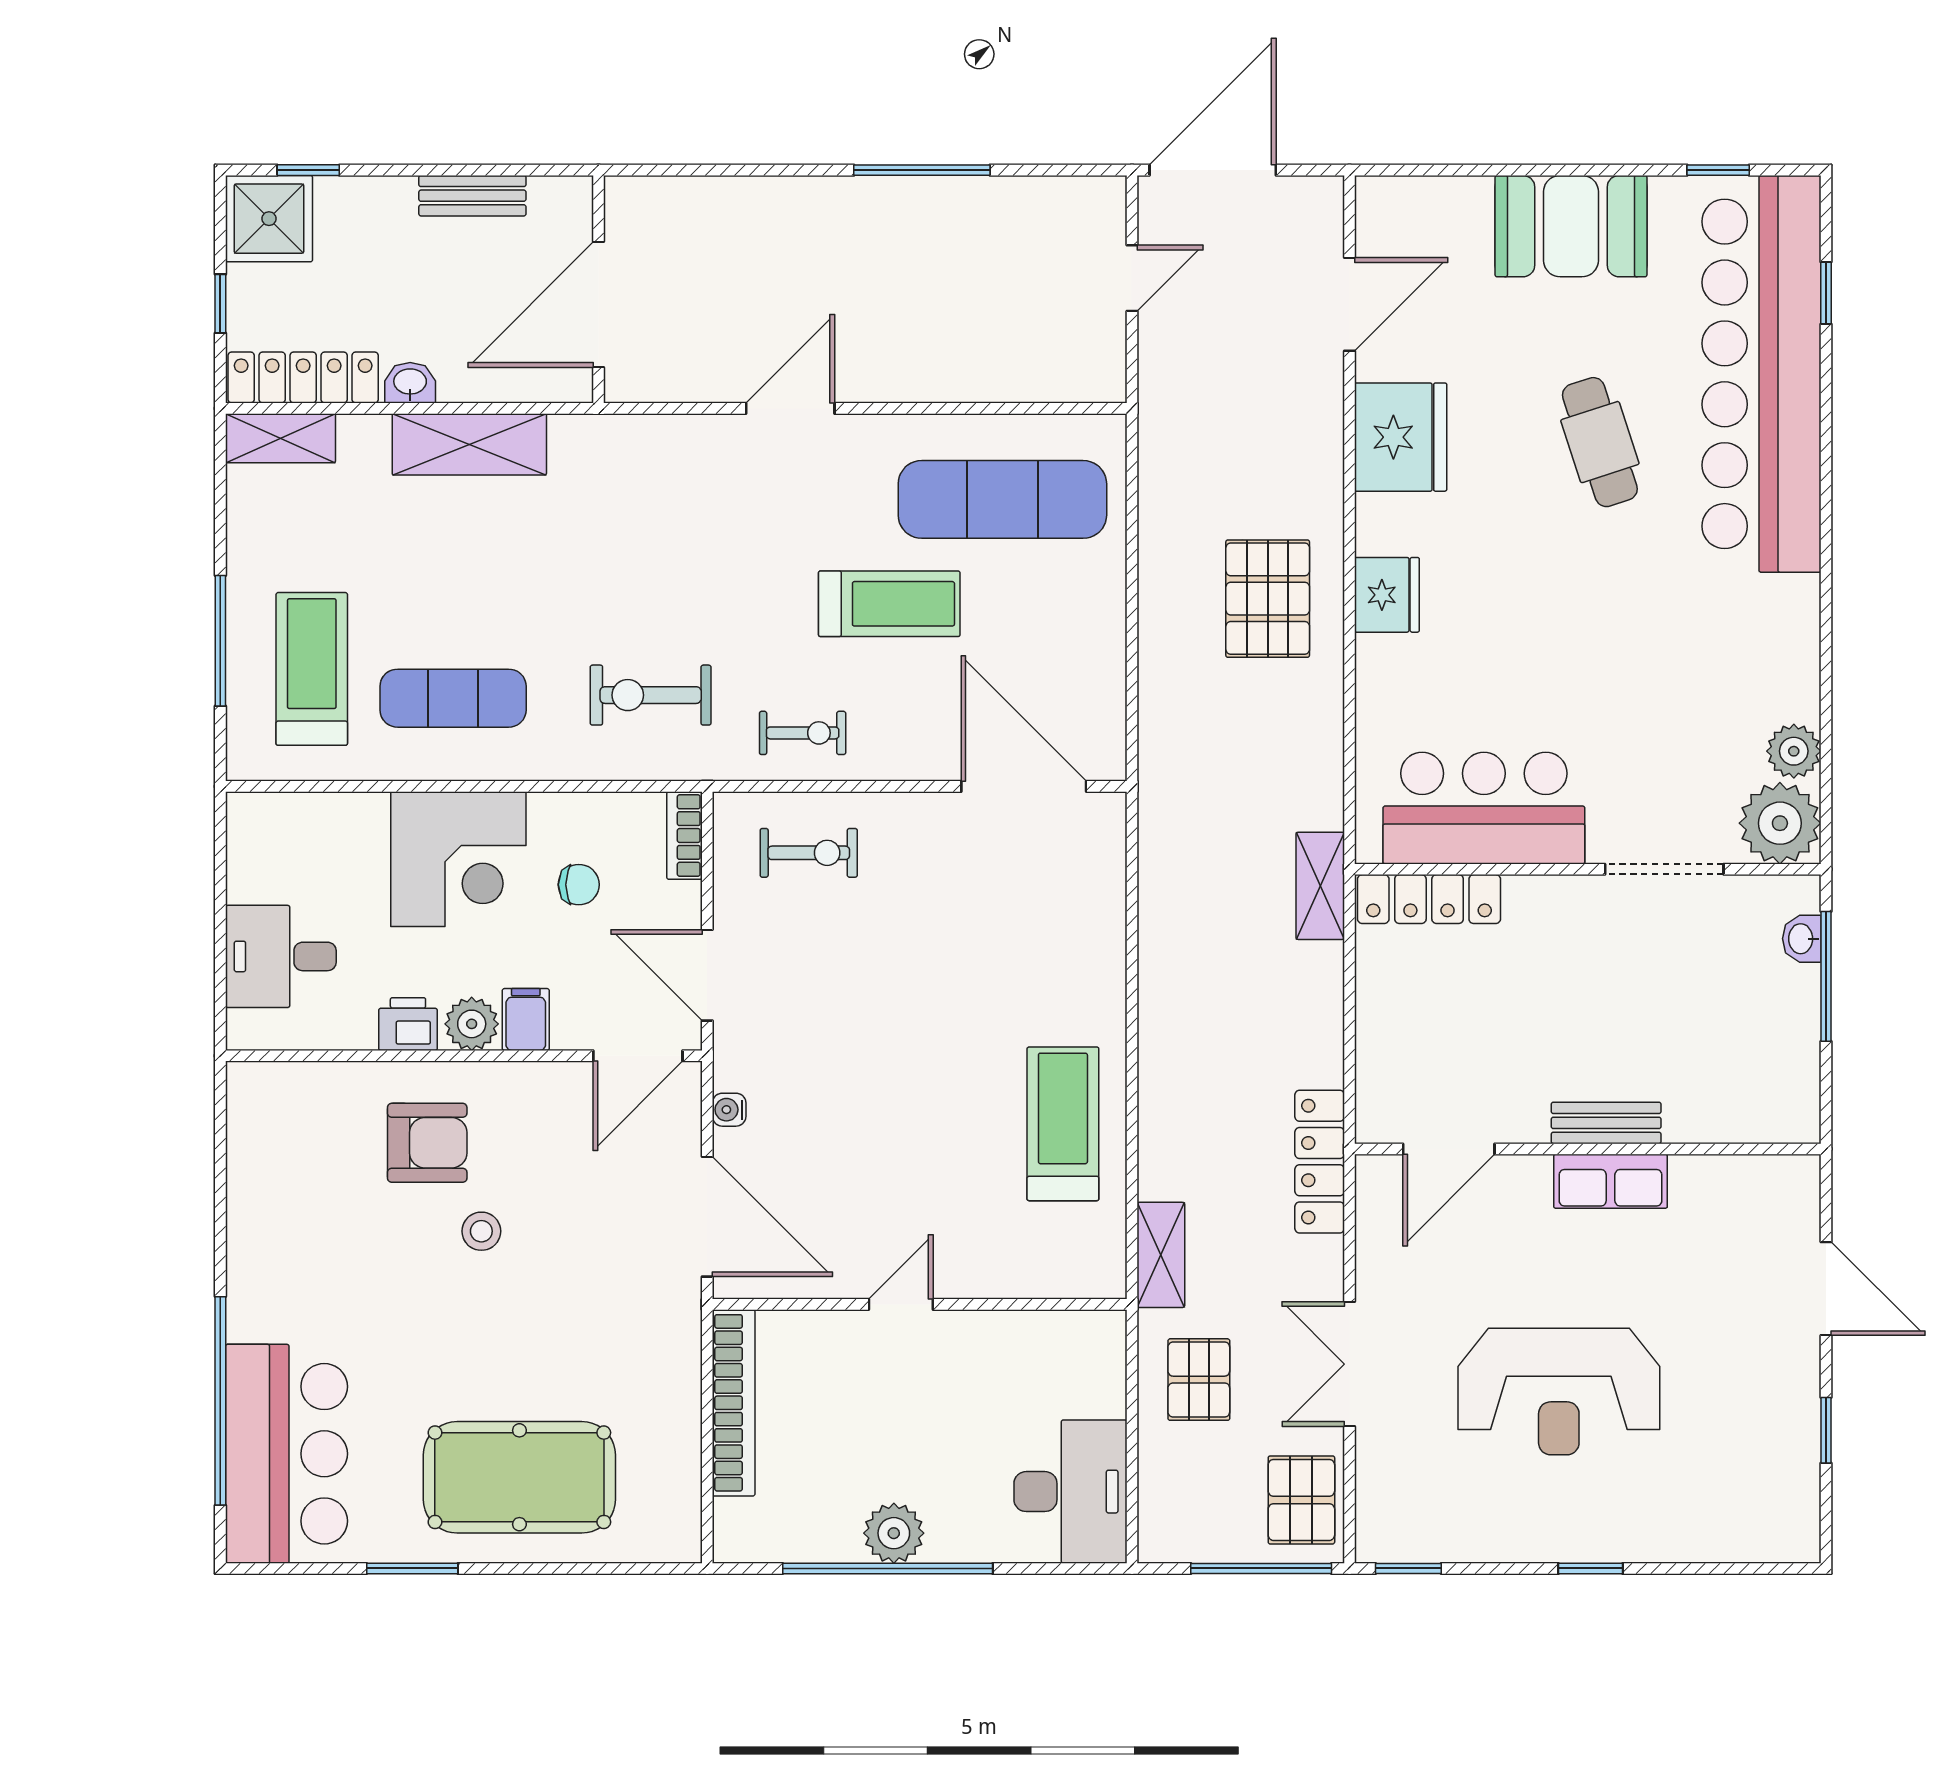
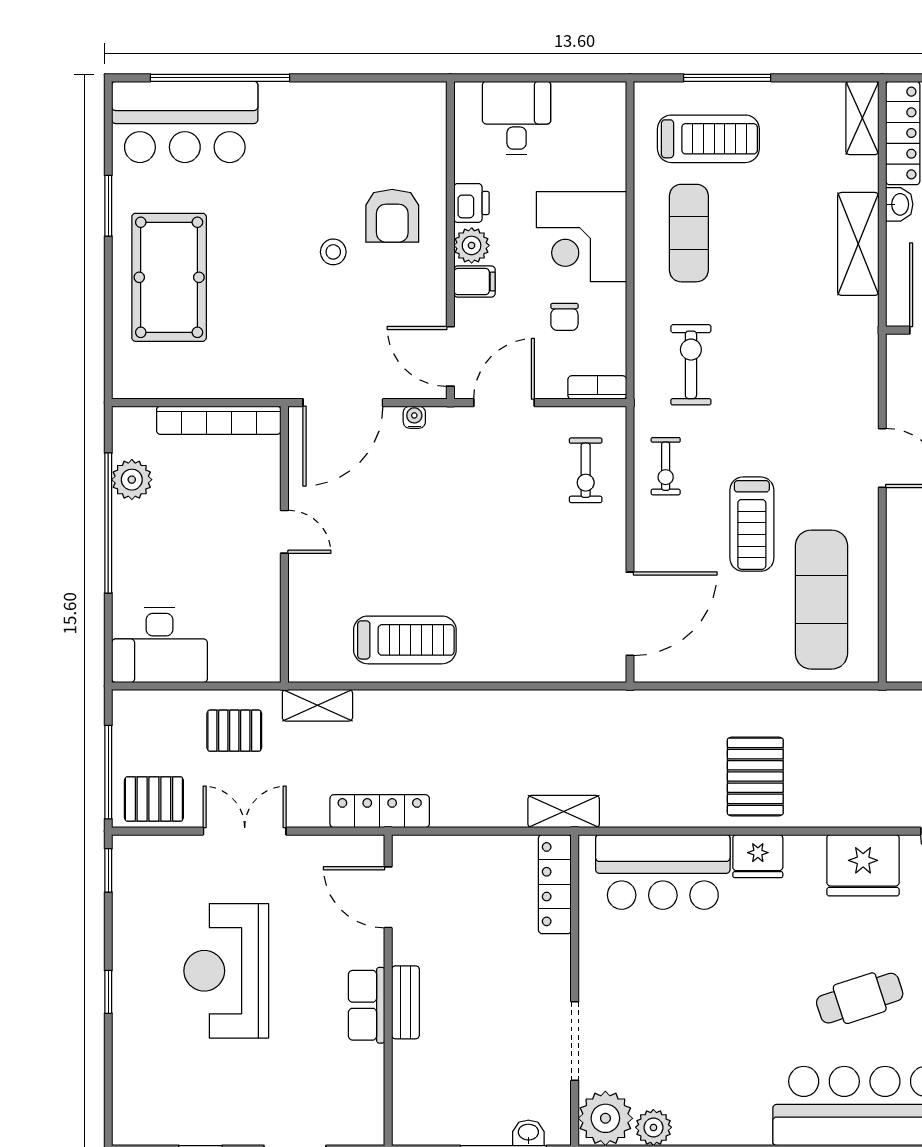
pallet: (1268, 599) -> (755, 776), turned 90
bar counter: (1484, 808) -> (663, 872), moved, turned 90
plant: (894, 1533) -> (132, 480), moved

